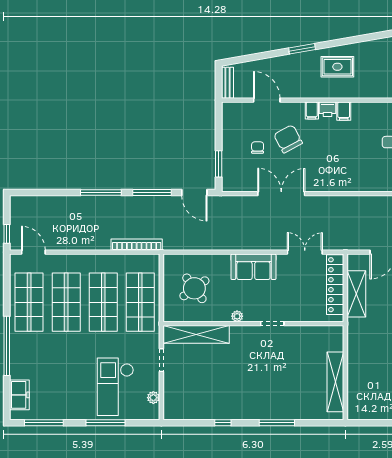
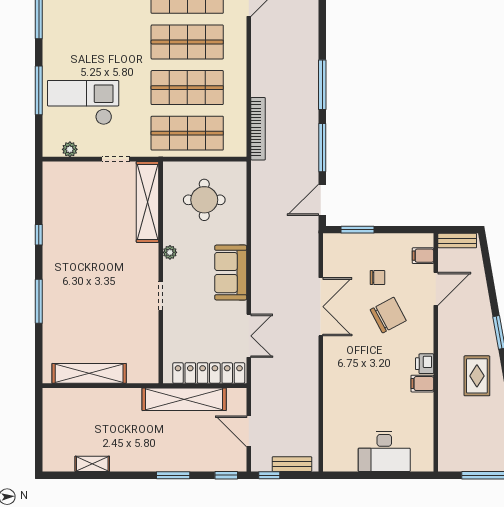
filing cabinet: (312, 111) -> (423, 256), moved
round table: (194, 288) -> (204, 200), turned 36
shelving: (356, 294) -> (184, 399), width x1.47

